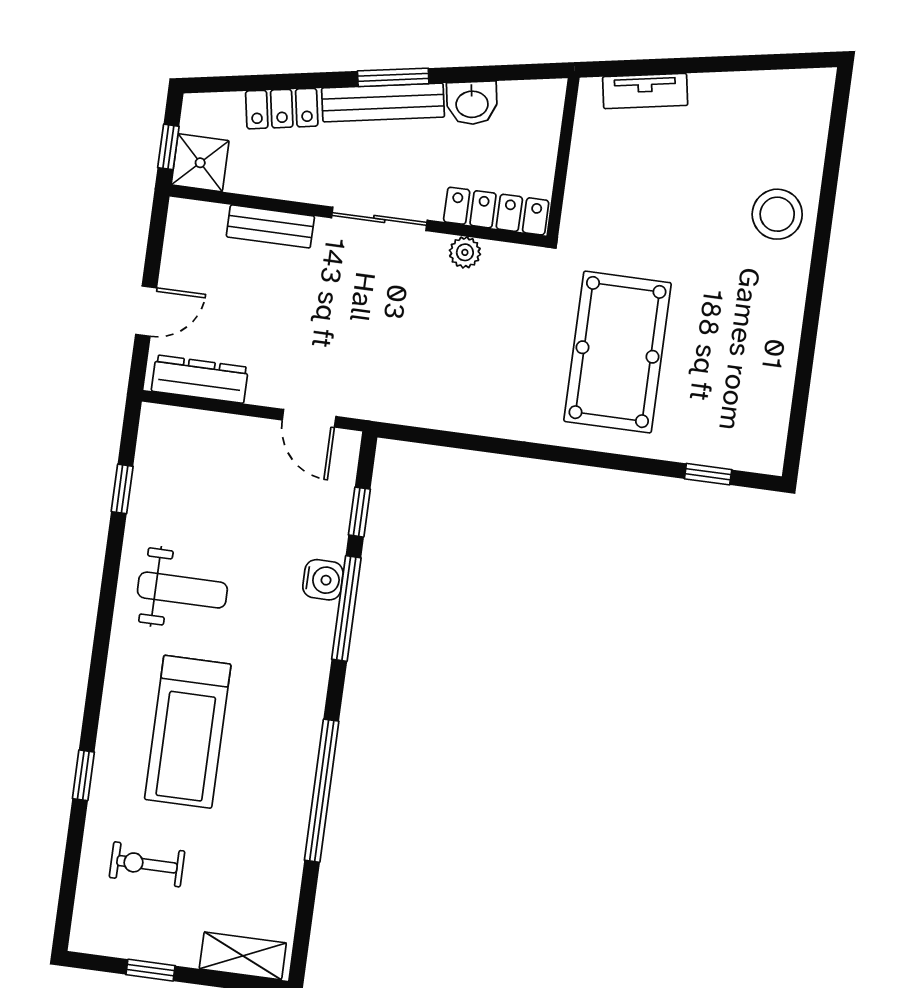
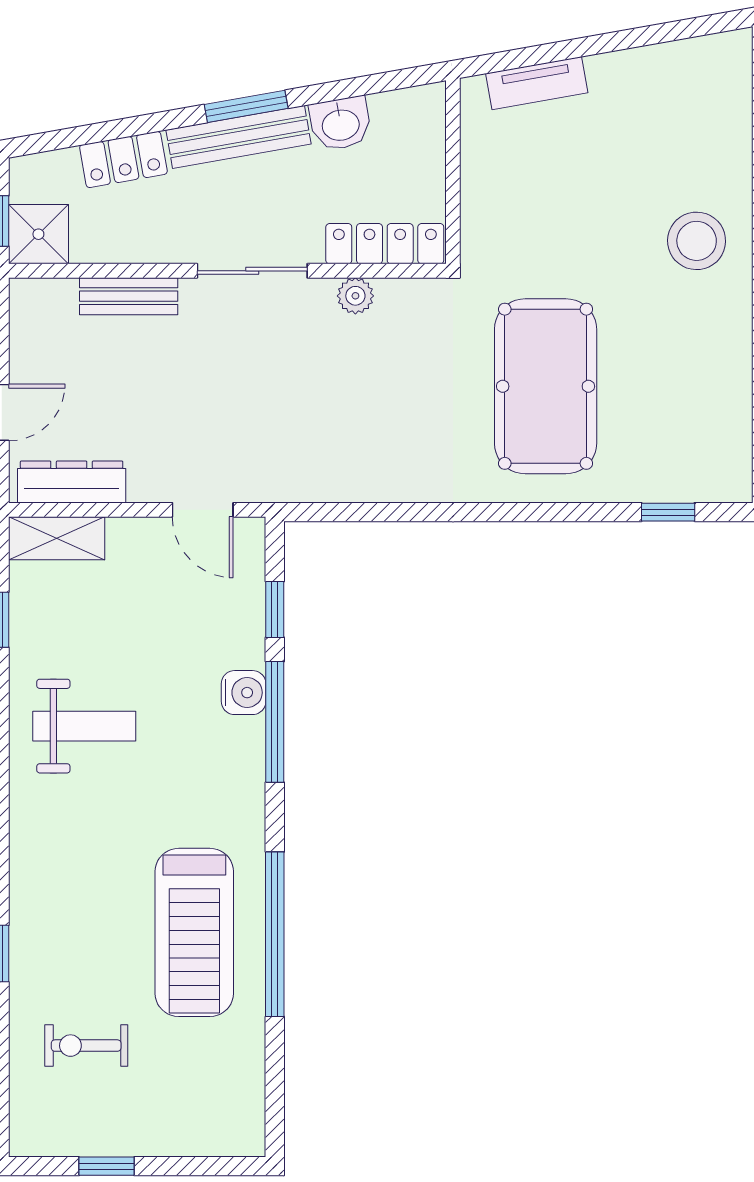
stool: (777, 214) -> (697, 241), moved
treadmill: (188, 732) -> (194, 932), moved
shelving: (243, 956) -> (57, 538), moved

